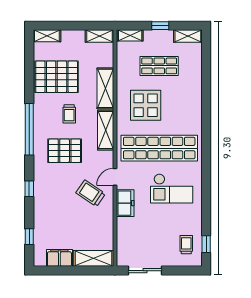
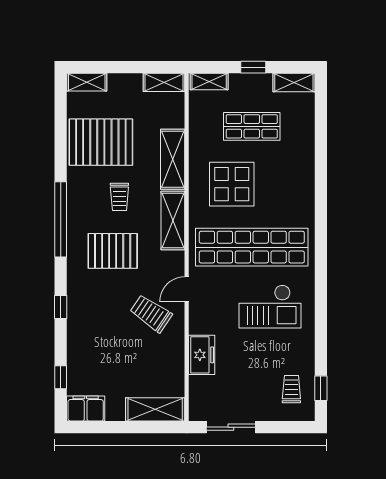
freezer: (125, 203) -> (202, 355), moved
filing cabinet: (59, 258) -> (86, 409), moved

